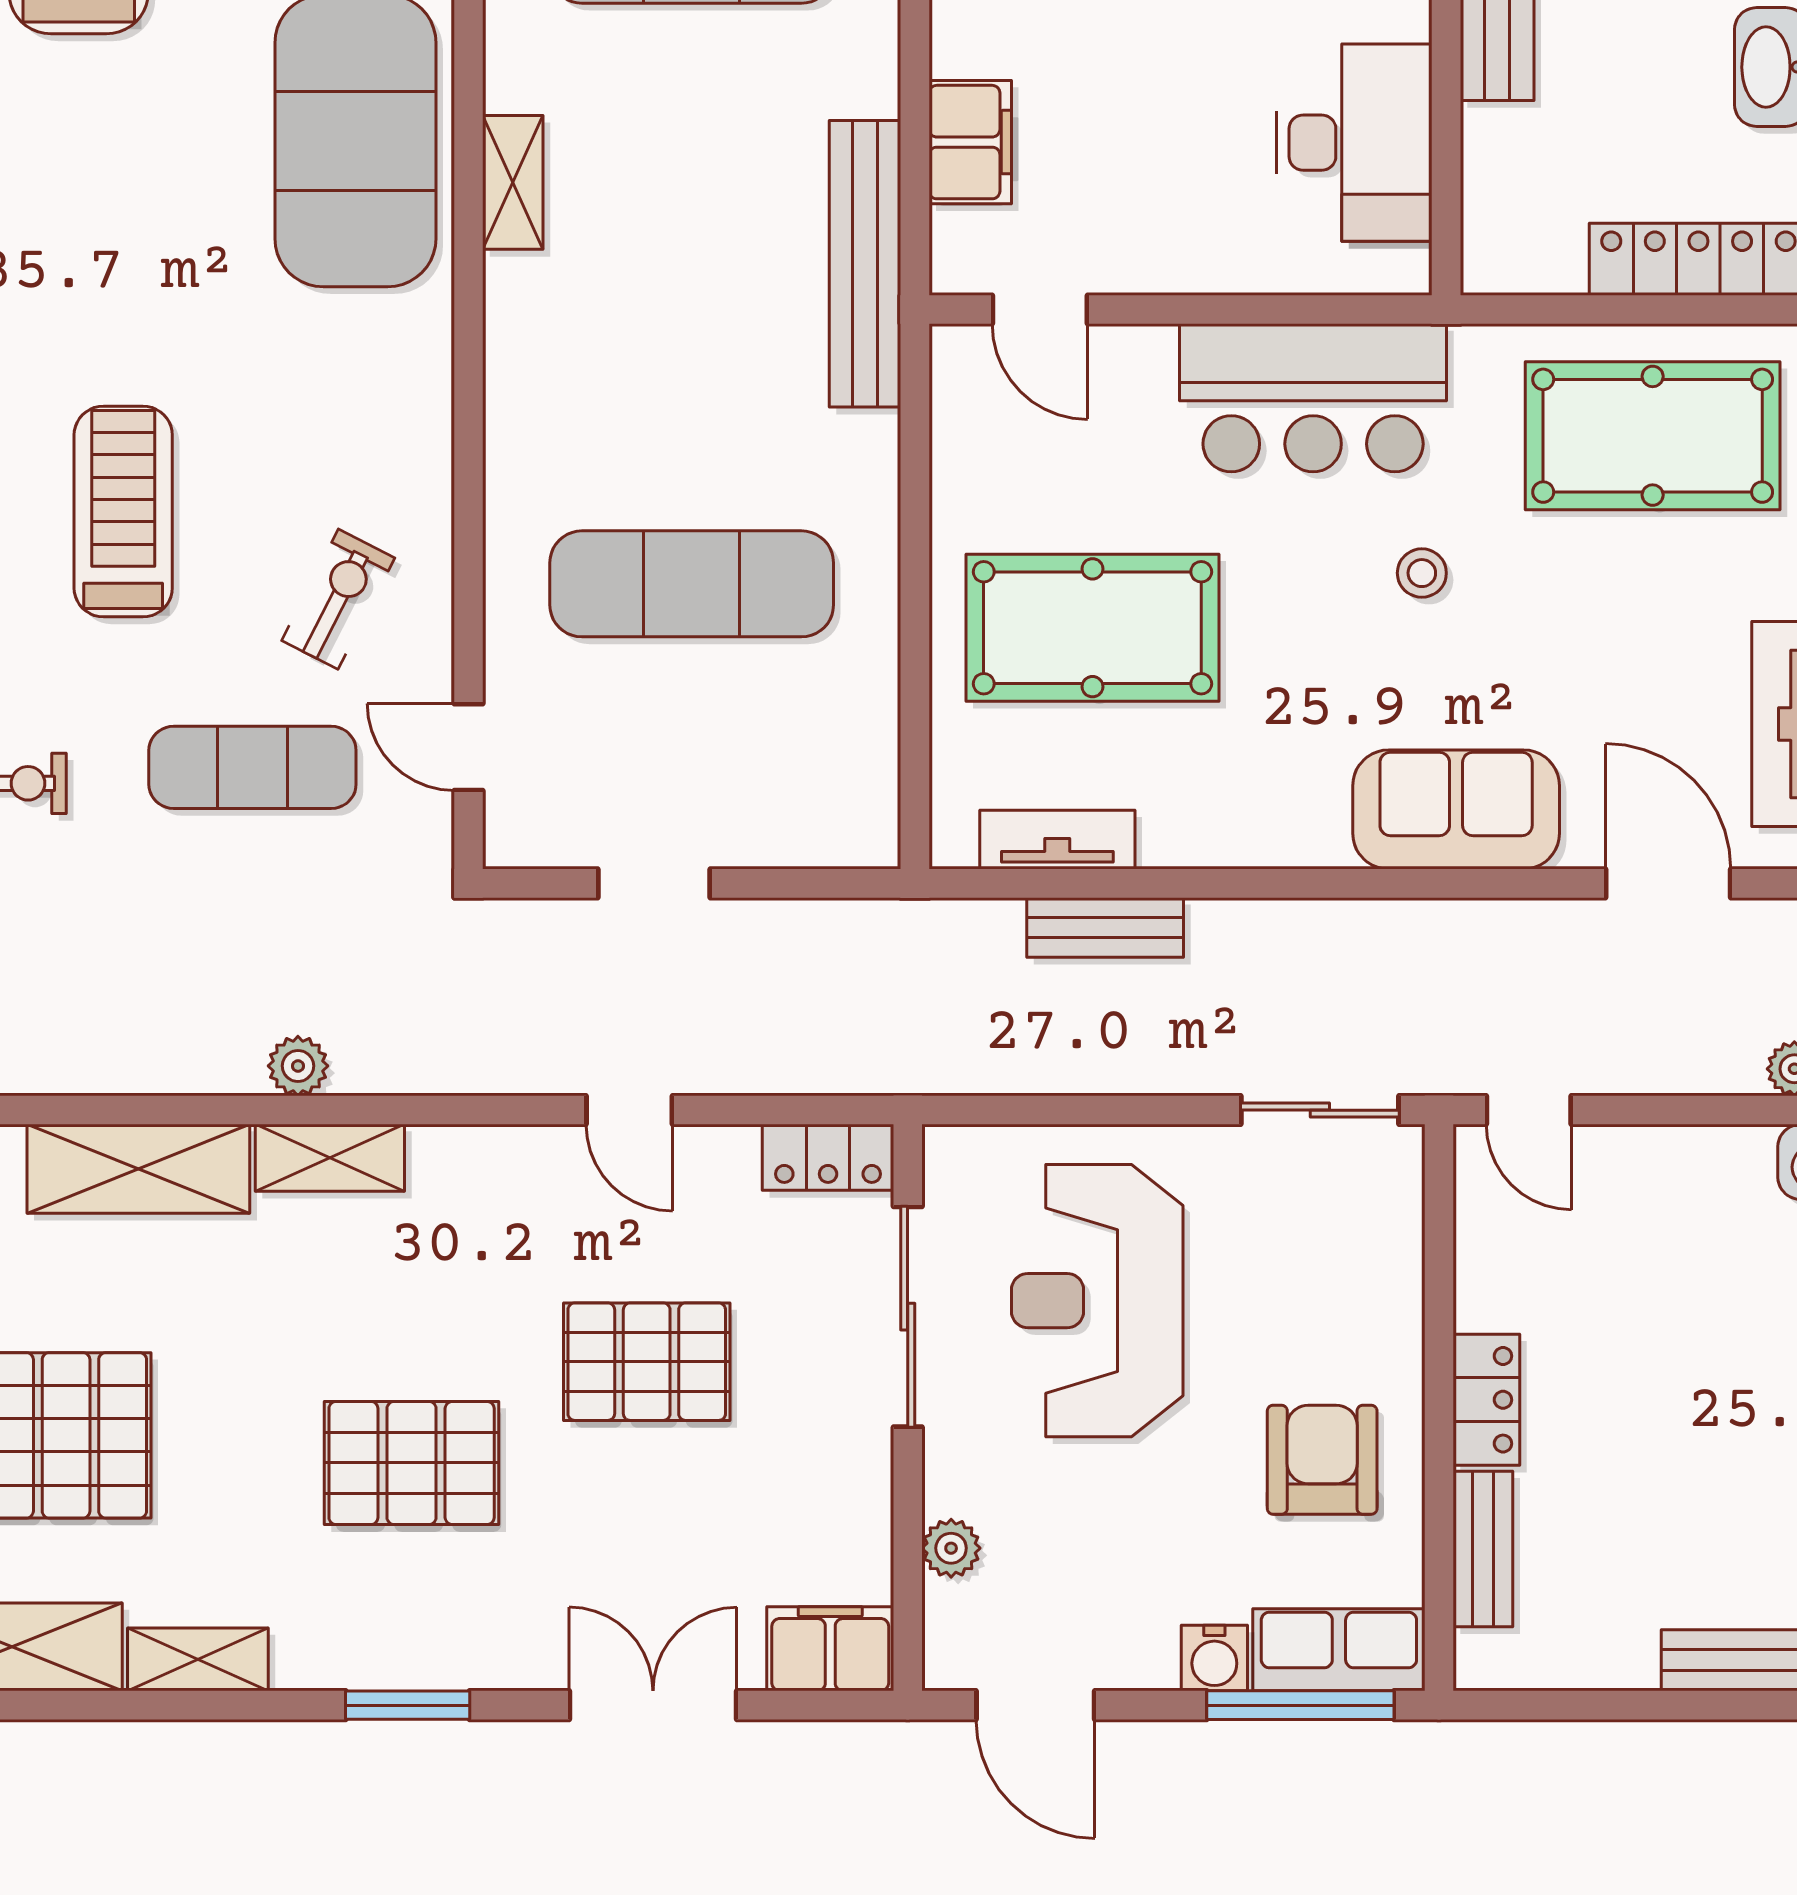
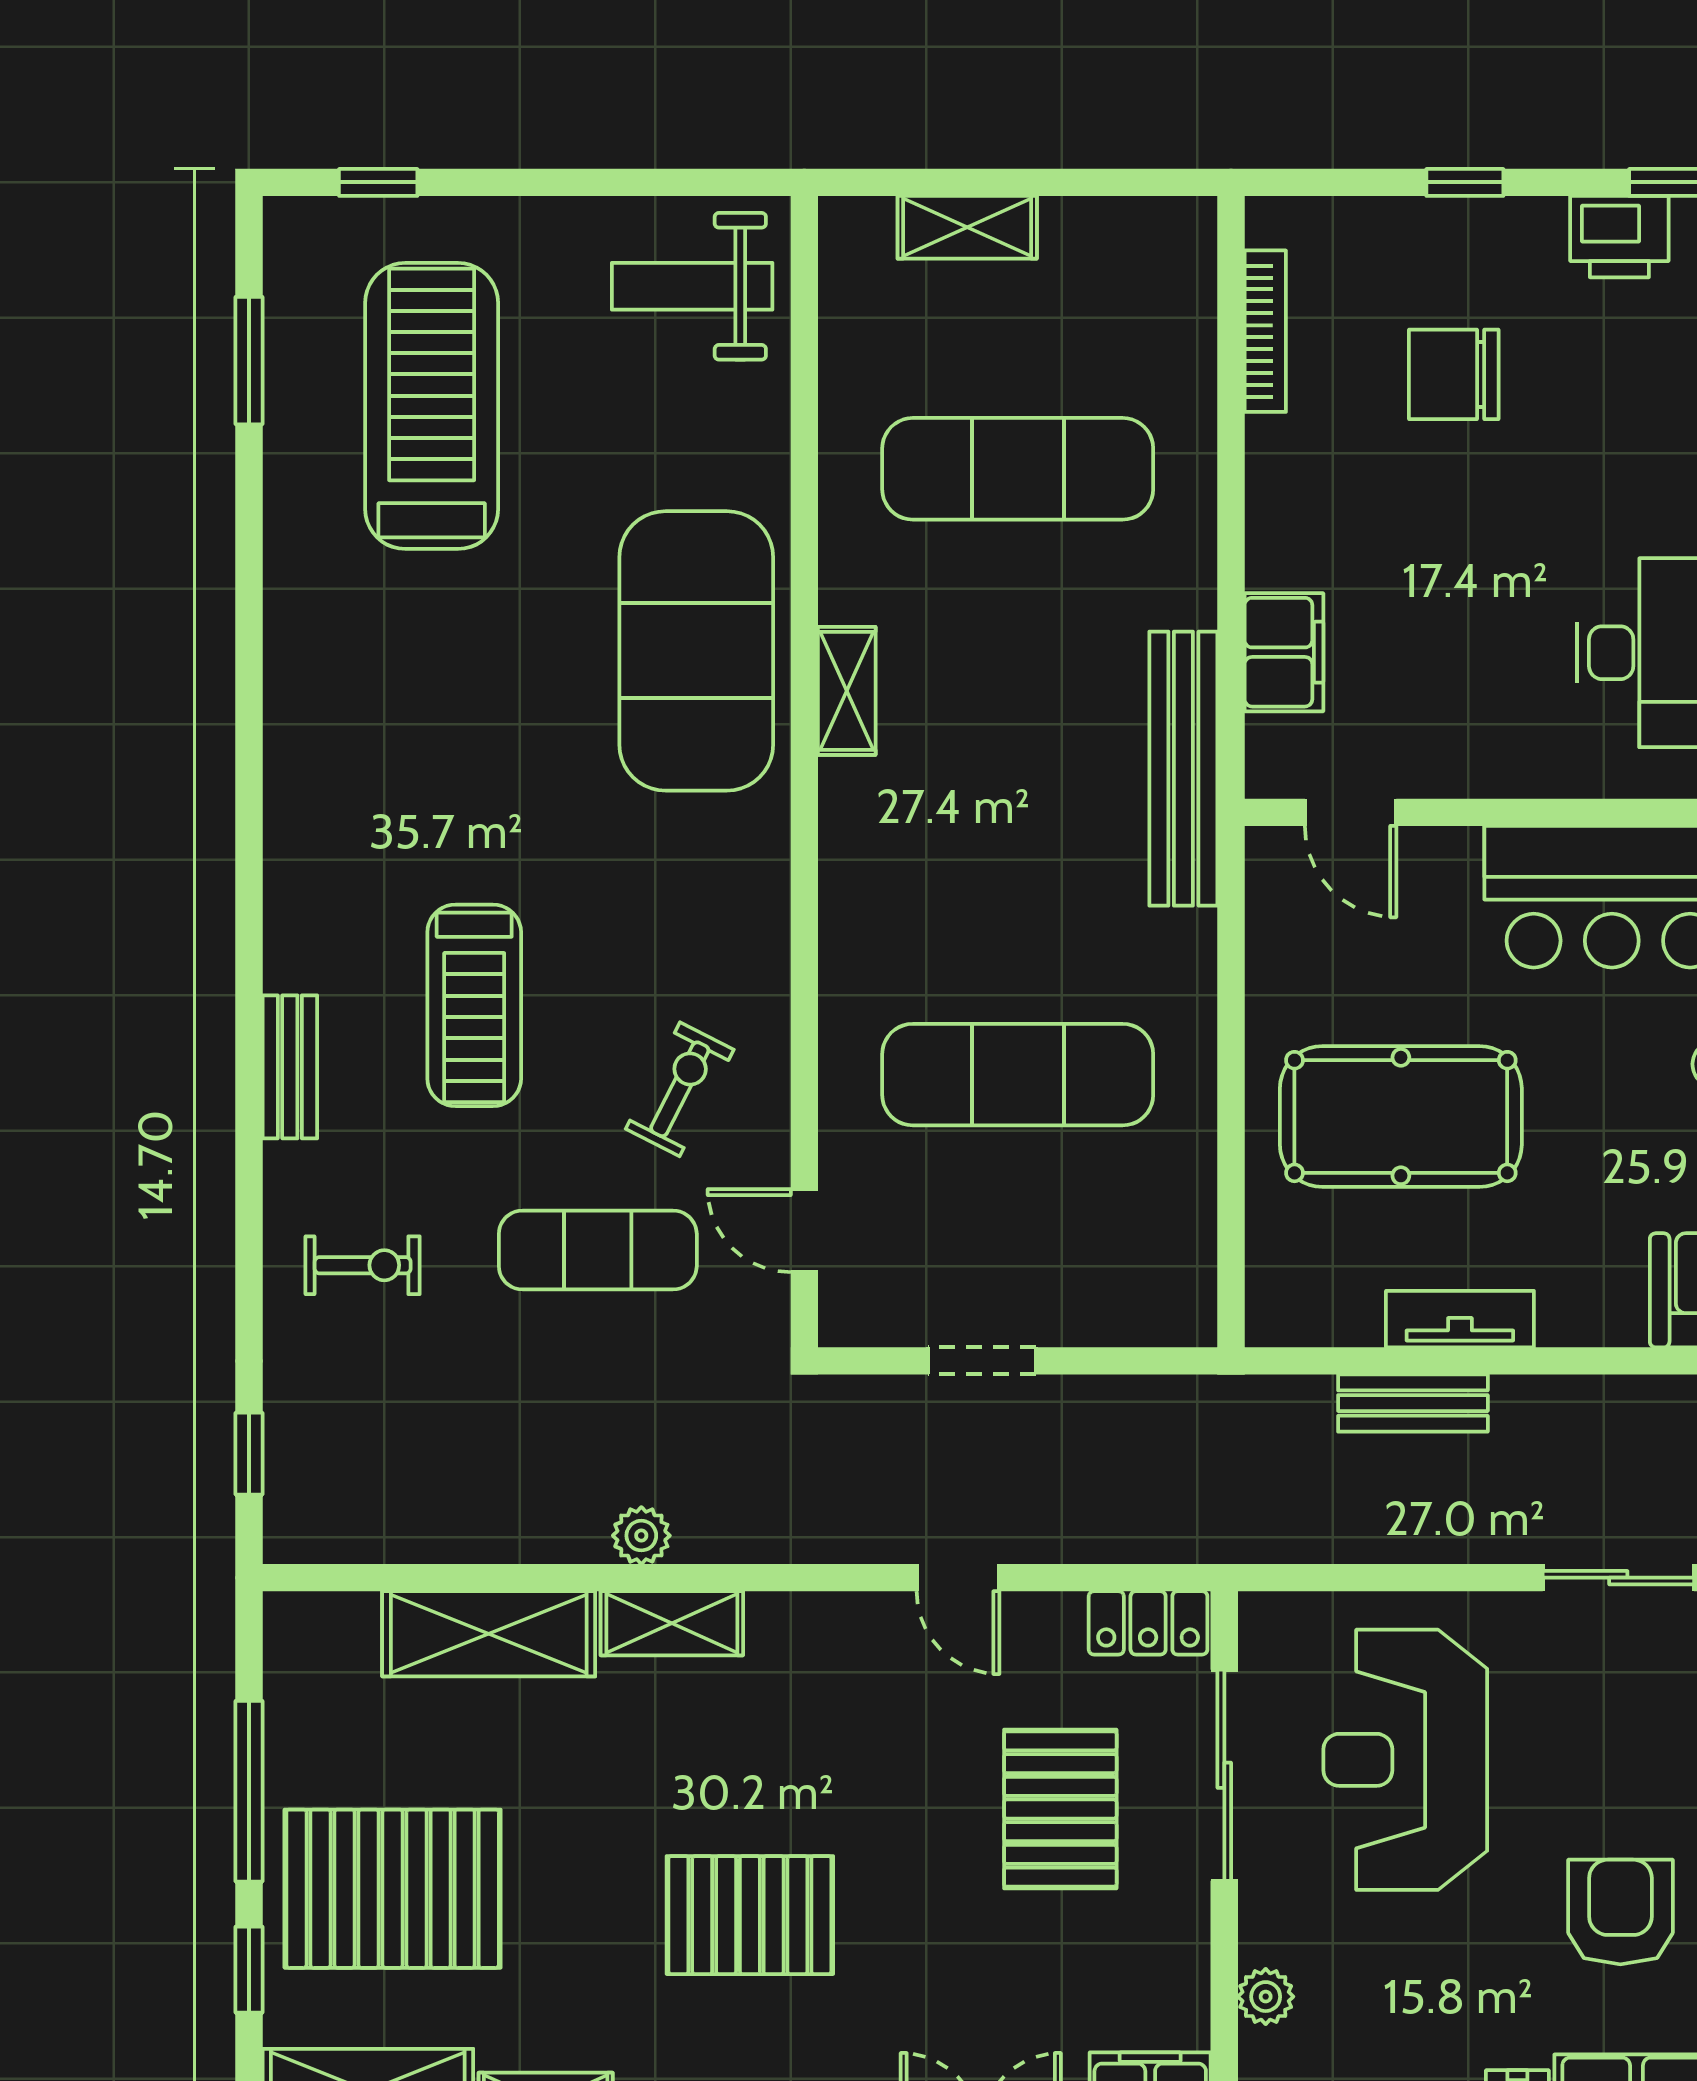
treadmill: (123, 511) -> (474, 1005), turned 180
tv unit: (1057, 840) -> (1460, 1319), moved
pallet: (647, 1362) -> (1060, 1809), moved, turned 90

